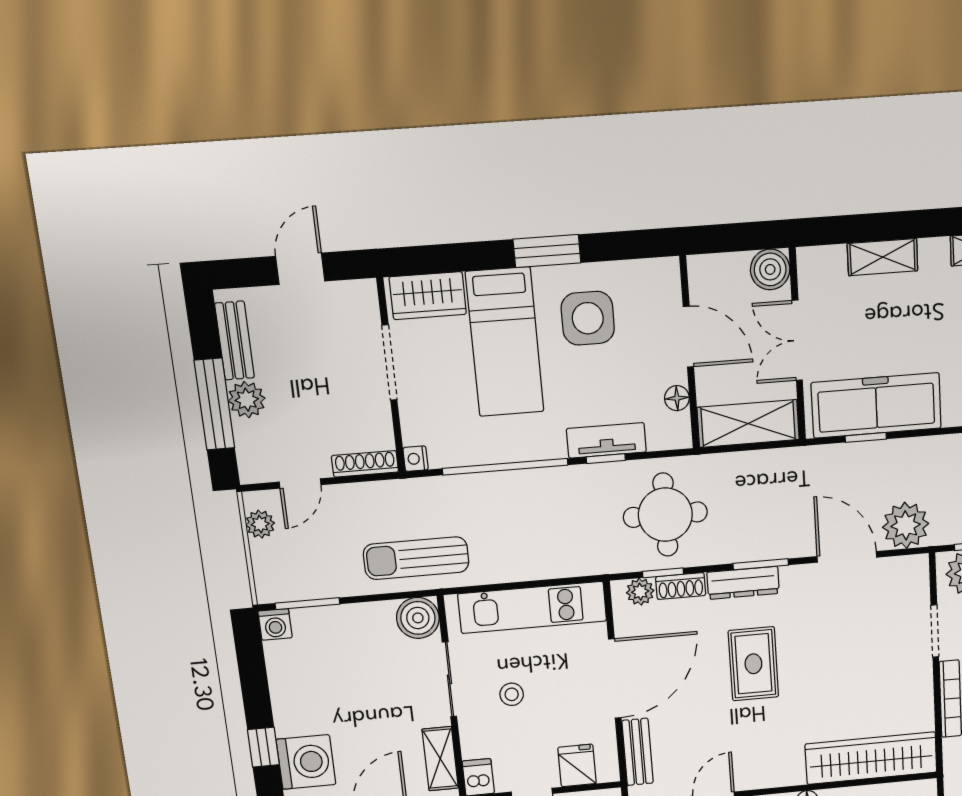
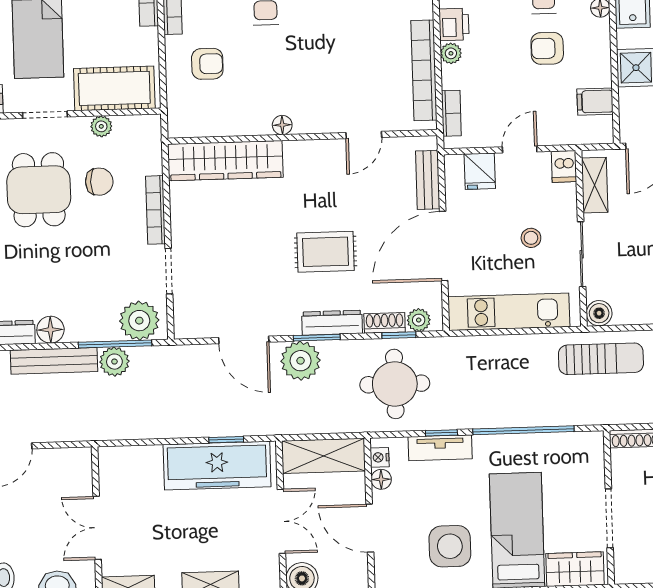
nightstand: (416, 459) -> (380, 457), moved, turned 180
plant: (906, 525) -> (301, 361), moved
boiler: (418, 618) -> (599, 313), width x0.73, depth x0.73
rug: (753, 664) -> (326, 252), turned 90

